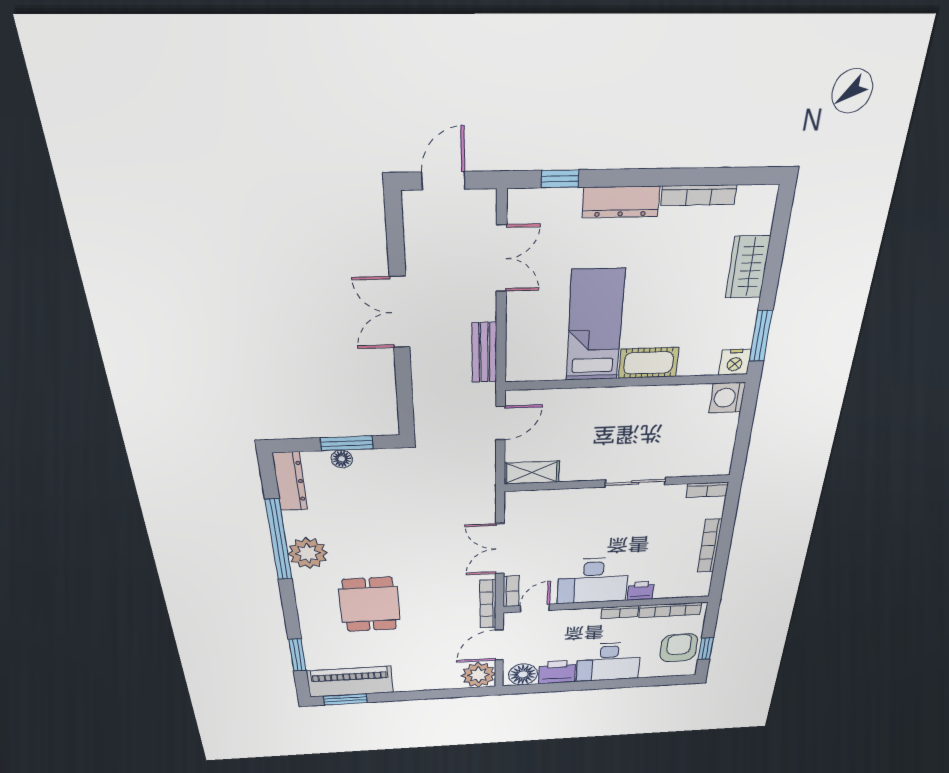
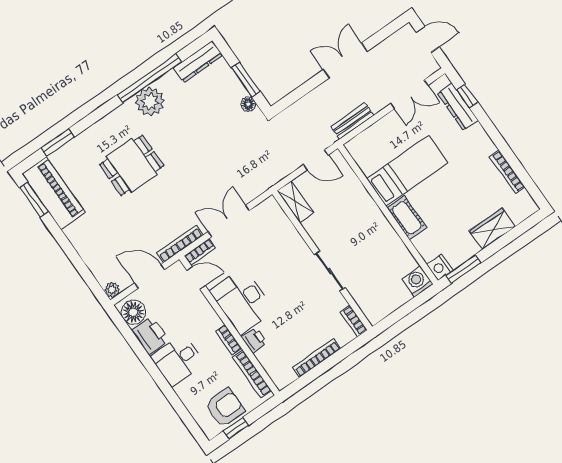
dresser: (621, 202) -> (458, 107), moved
floor lamp: (342, 459) -> (248, 104), moved
desk: (609, 662) -> (178, 360), width x0.73
plant: (478, 675) -> (112, 290), width x0.53, depth x0.53

